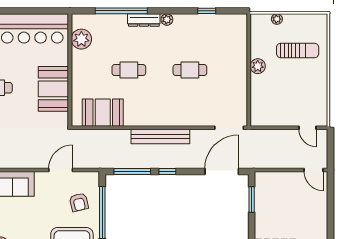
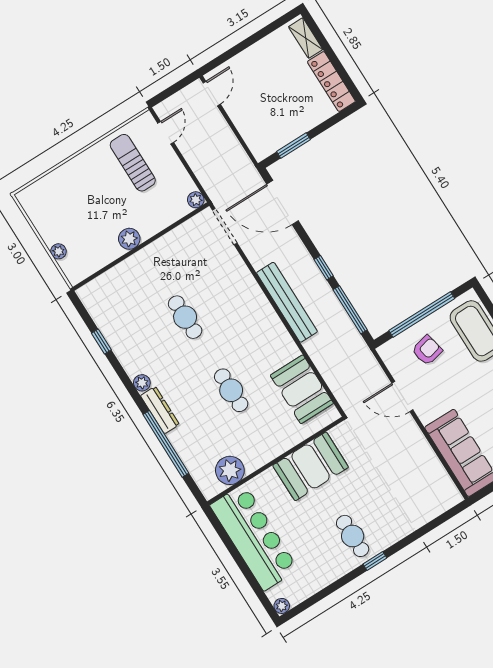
sun lounger: (298, 50) -> (133, 163), moved
plant: (256, 121) -> (196, 200), added

